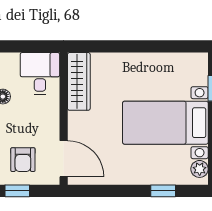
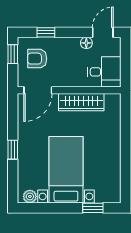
wardrobe: (79, 81) -> (81, 102), moved
window: (163, 191) -> (13, 150), moved

